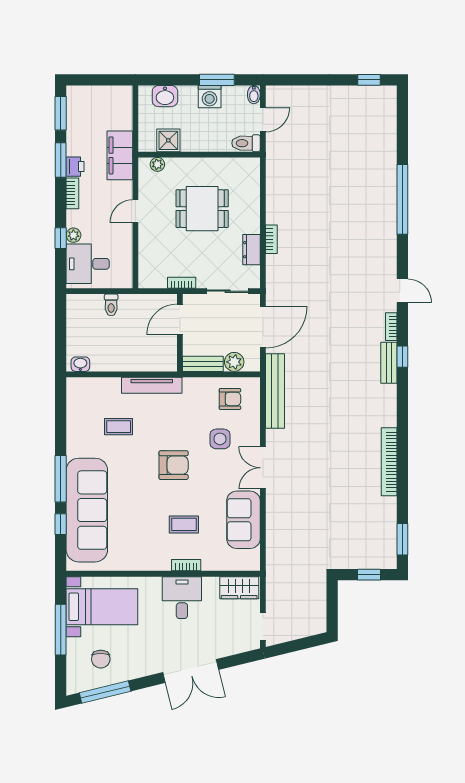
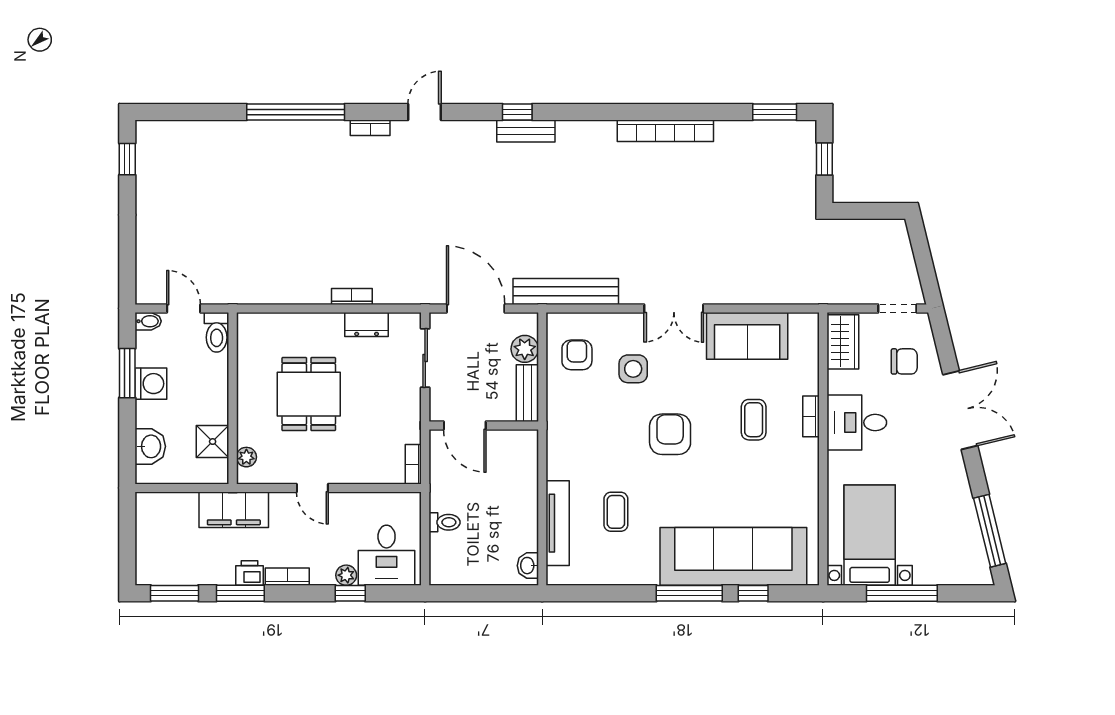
bookcase: (182, 283) -> (413, 464), moved
bookcase: (391, 327) -> (370, 128), moved
tv unit: (152, 385) -> (558, 523), moved
chair: (101, 659) -> (904, 361), moved

